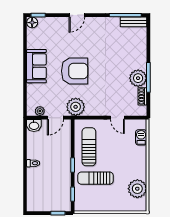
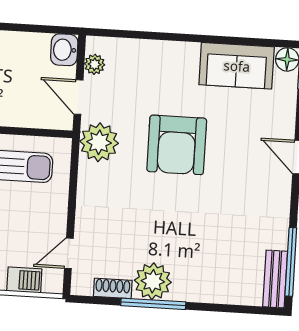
sofa: (36, 66) -> (237, 66), moved
door: (117, 118) -> (69, 253), moved

